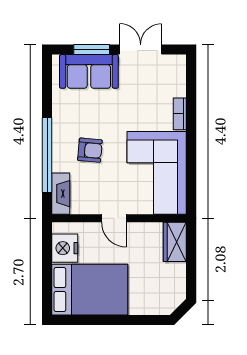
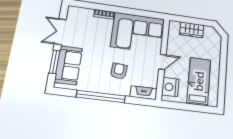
window: (47, 155) -> (101, 97), moved
wardrobe: (175, 242) -> (192, 30), moved
nightstand: (65, 248) -> (170, 87), moved, turned 90
bed: (90, 290) -> (199, 81), width x0.67

